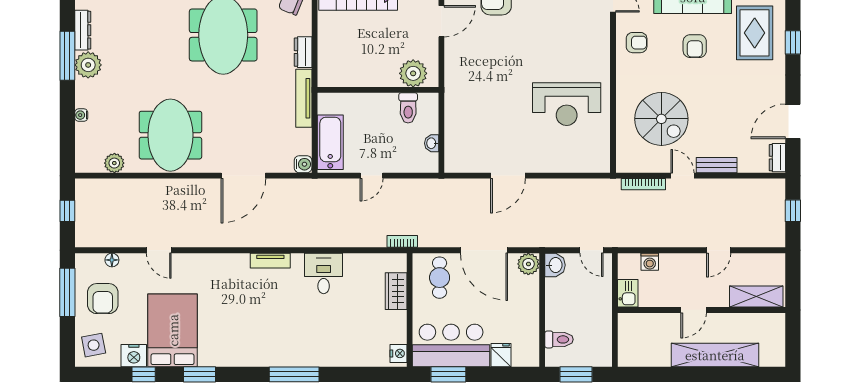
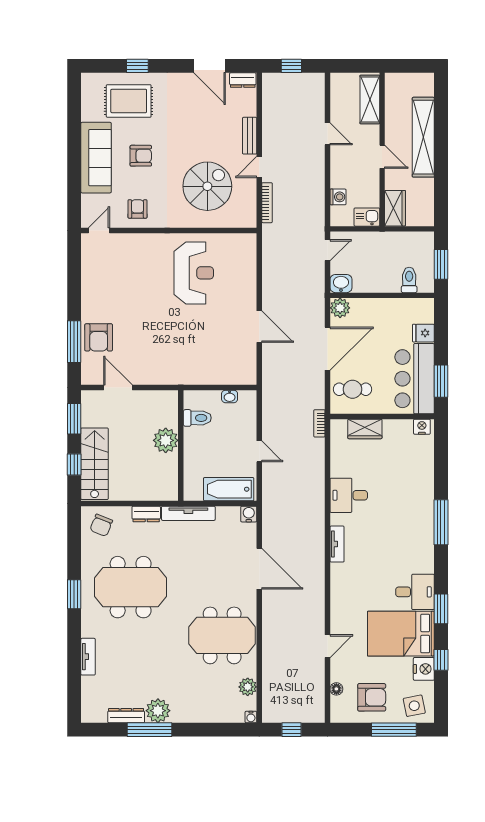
plant: (413, 73) -> (166, 440), moved
water cooler: (81, 115) -> (251, 717), moved
window: (67, 292) -> (394, 730), moved
wardrobe: (637, 324) -> (395, 208), added
desk: (218, 346) -> (415, 592), added

